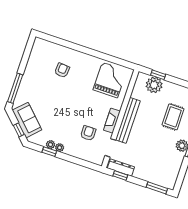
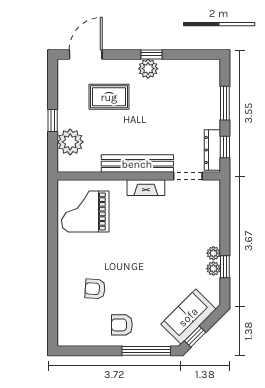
window: (158, 75) -> (53, 121), moved
window: (19, 130) -> (195, 337), moved
armchair: (88, 133) -> (122, 325), moved
window: (157, 188) -> (225, 103), moved

